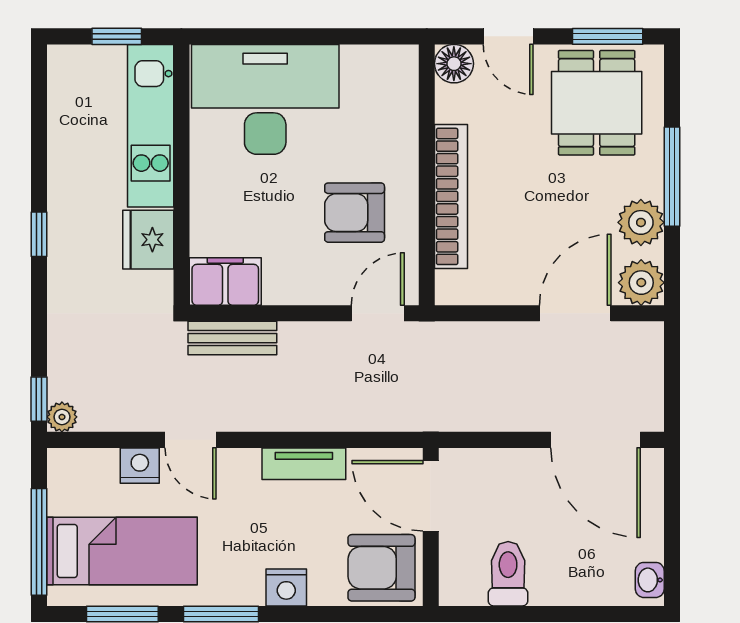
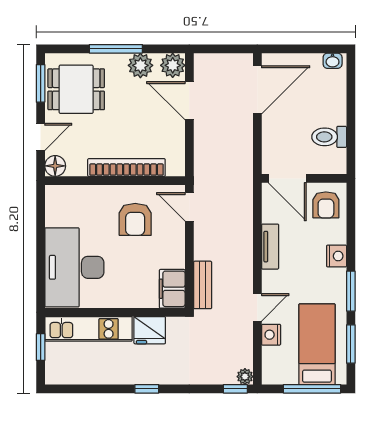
door: (431, 496) -> (287, 178), hinge flipped
armchair: (381, 568) -> (326, 205), width x0.72, depth x0.72

